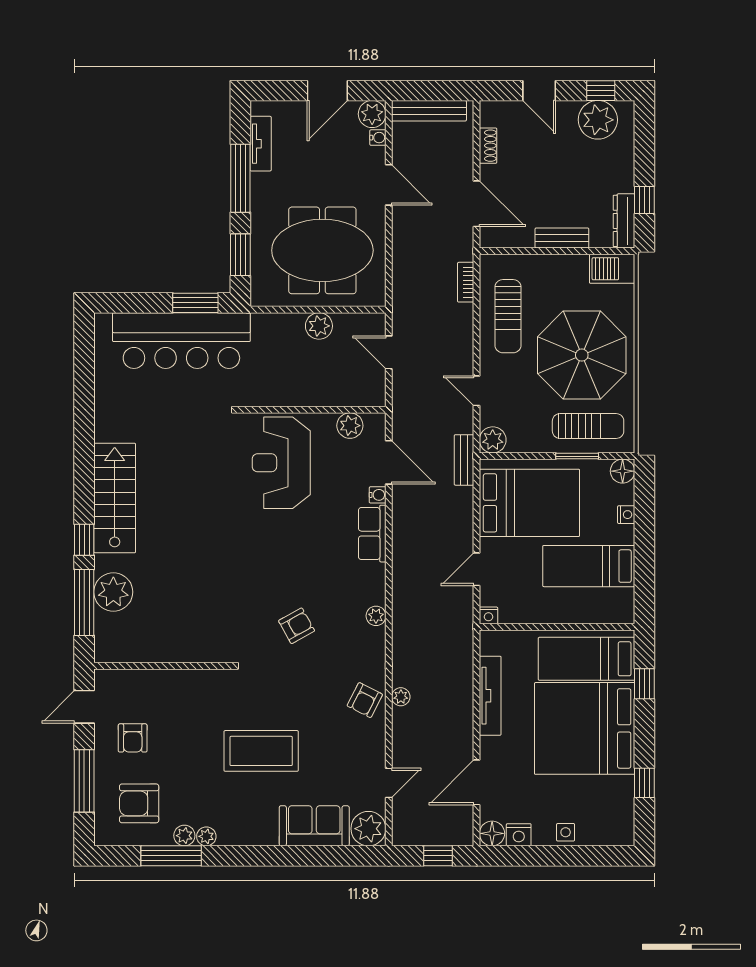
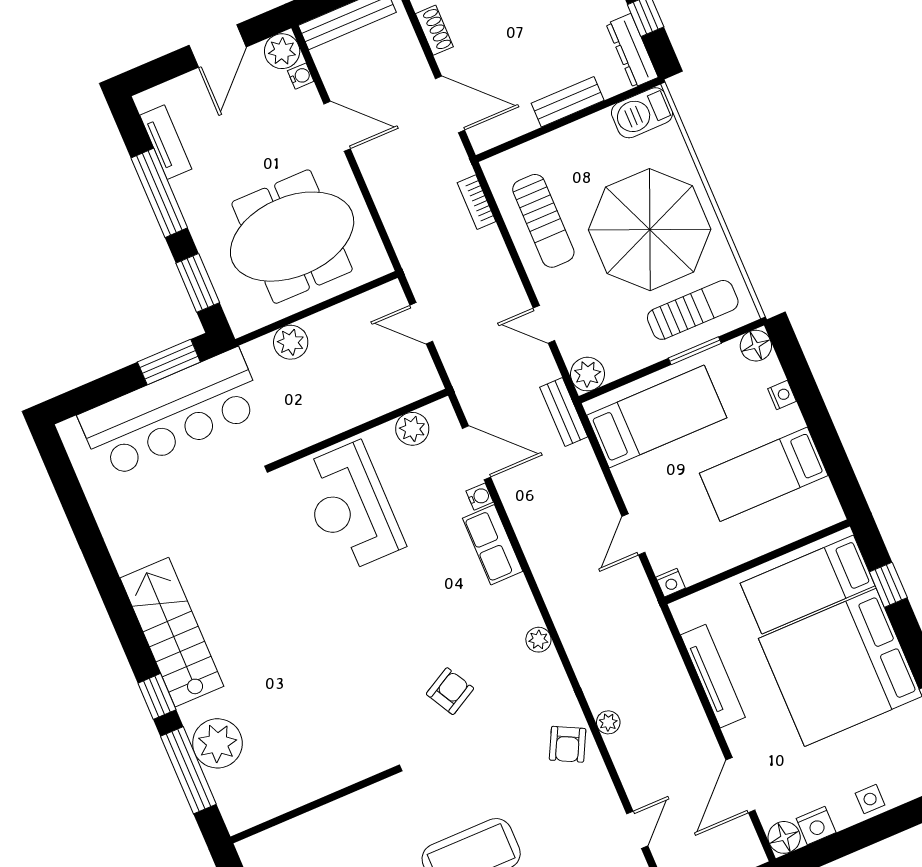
plant: (319, 326) -> (291, 342), moved
bed: (529, 503) -> (657, 416), width x0.67

